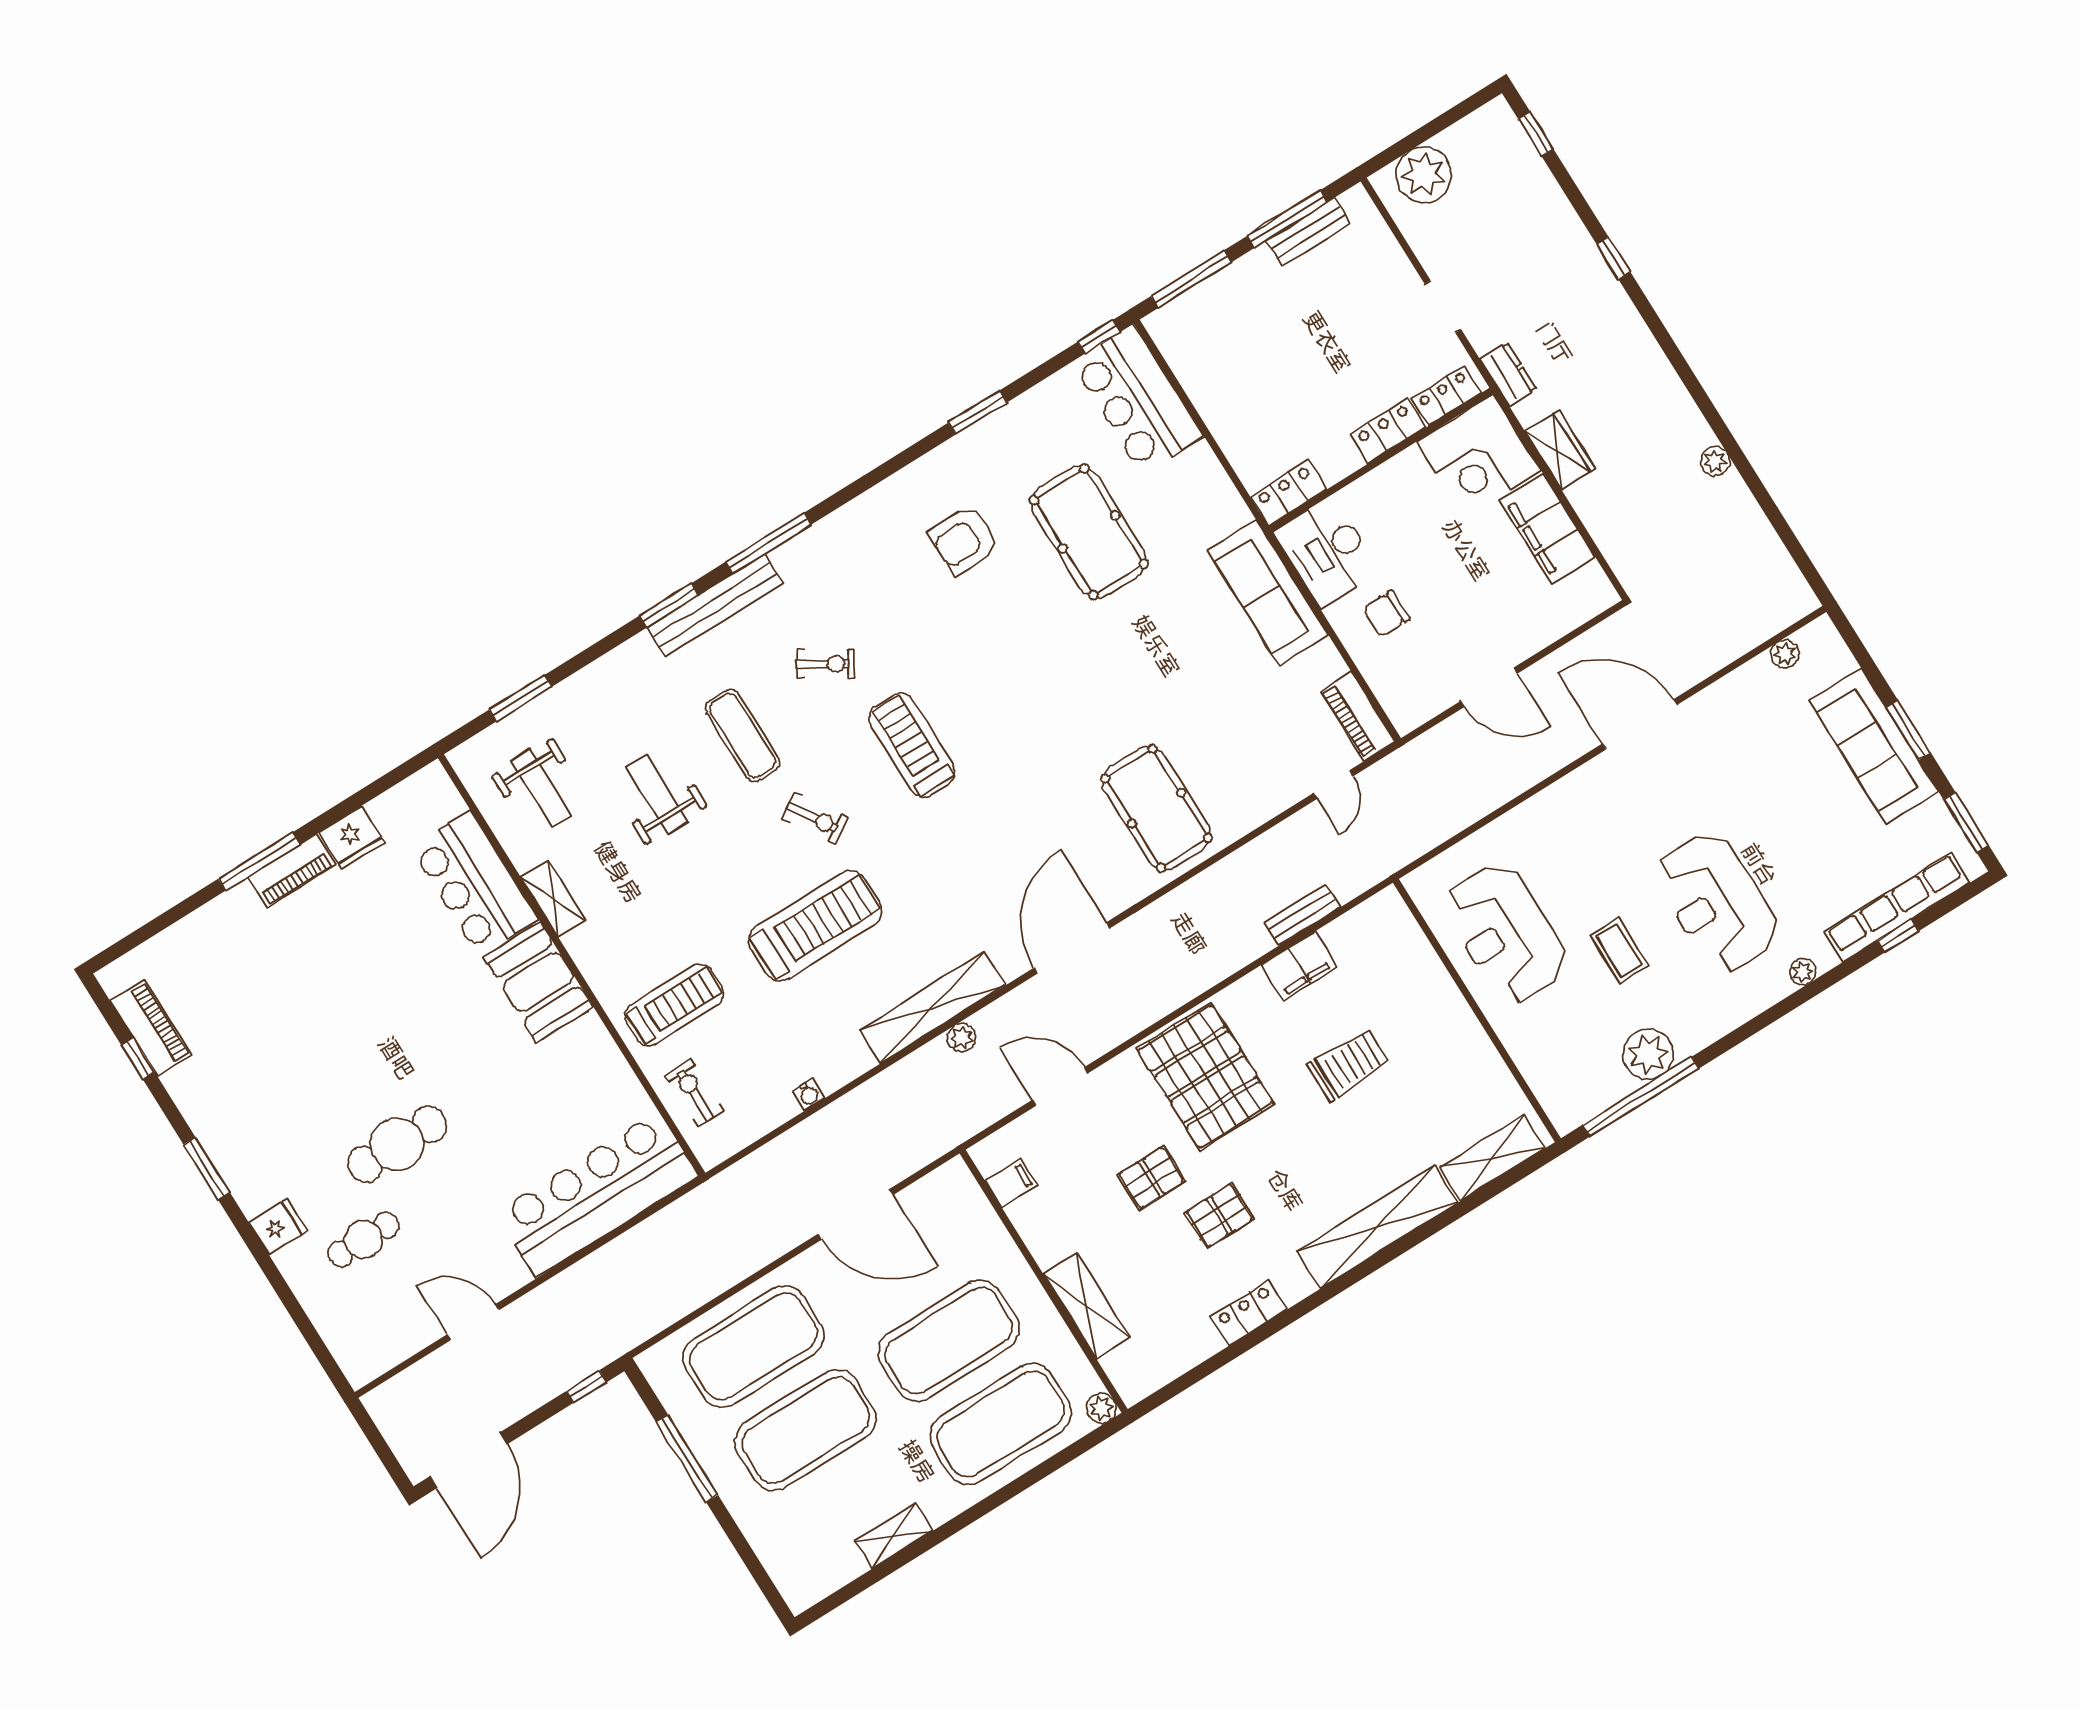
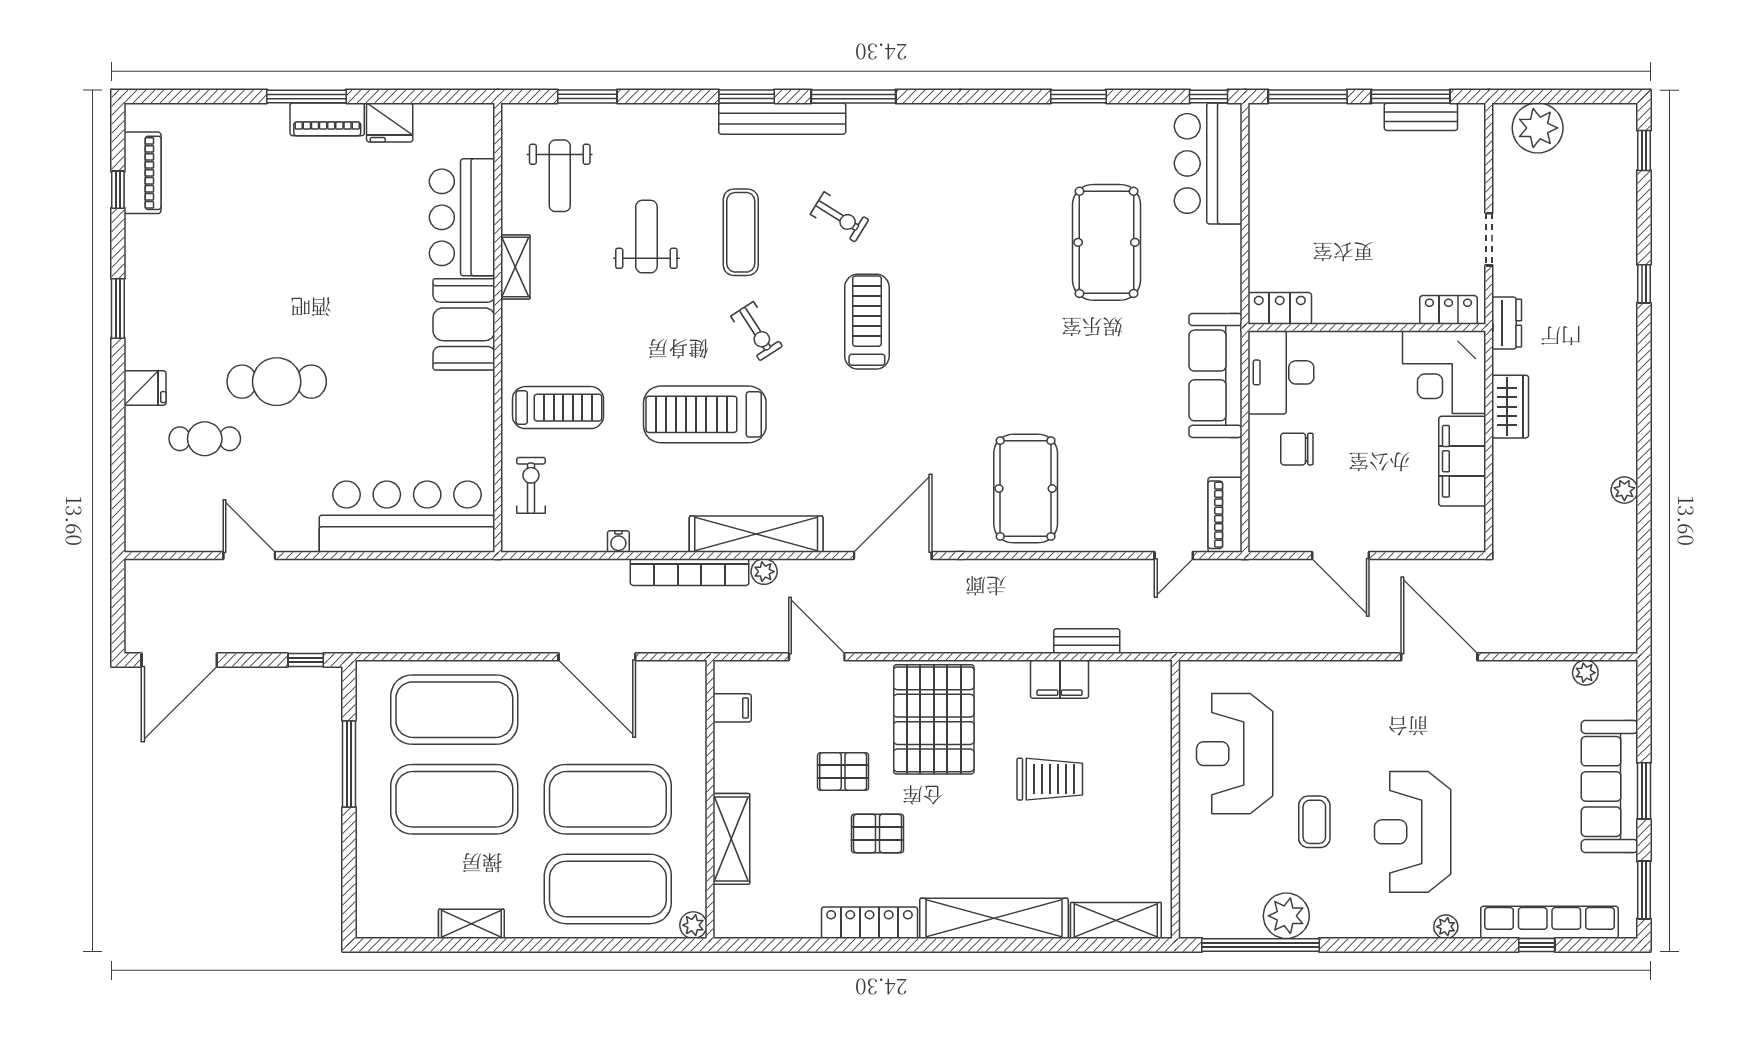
locker: (1388, 431) -> (1386, 309), removed
armchair: (964, 540) -> (1006, 189), removed
treadmill: (815, 926) -> (705, 414), turned 180
bookcase: (892, 1082) -> (690, 572), added
locker: (1249, 1313) -> (869, 923), width x1.53

